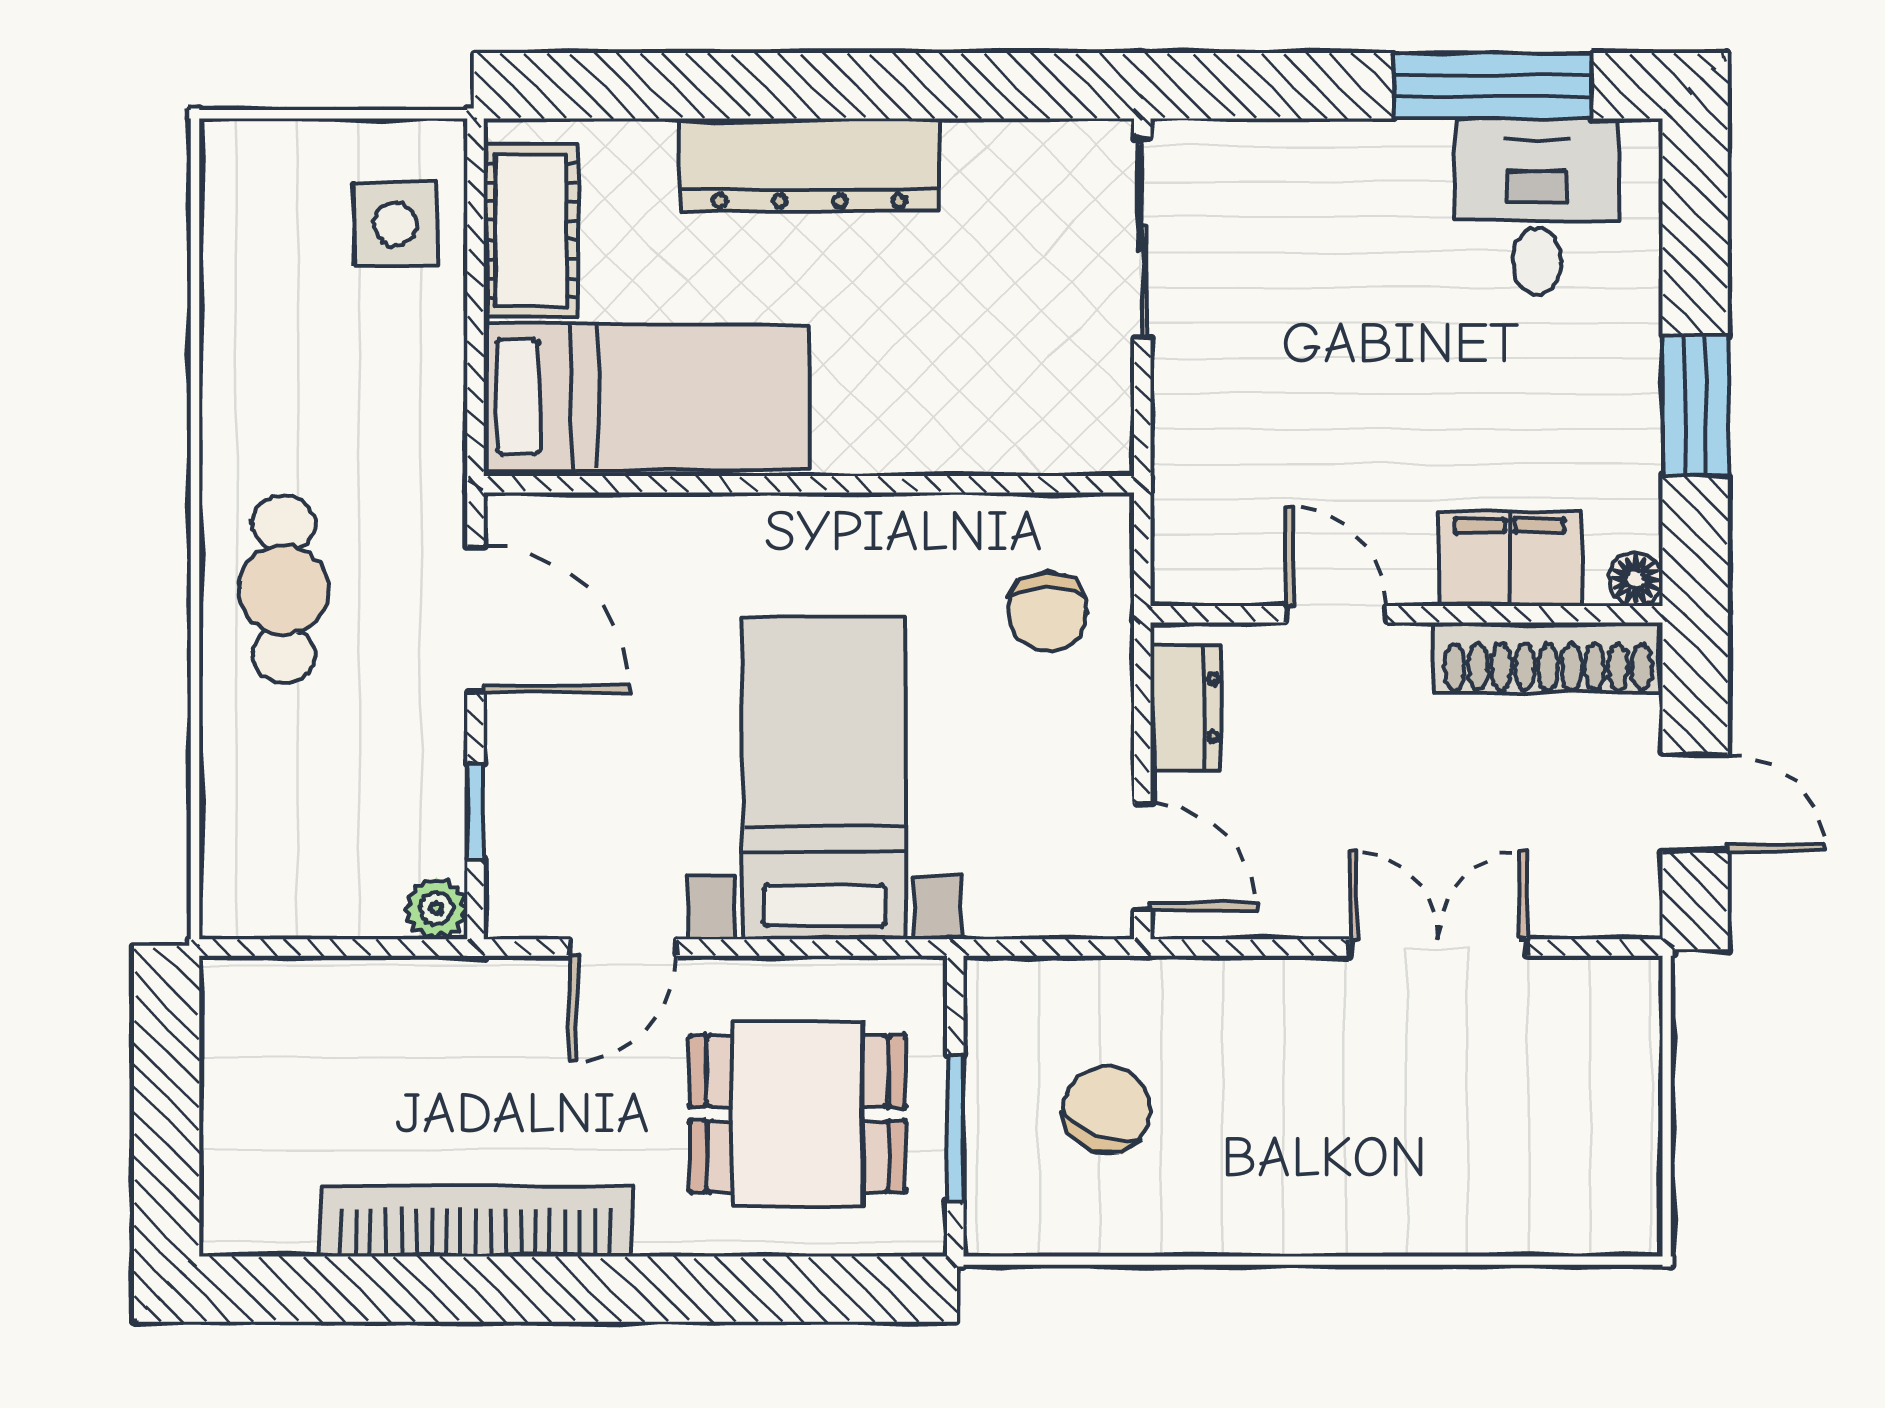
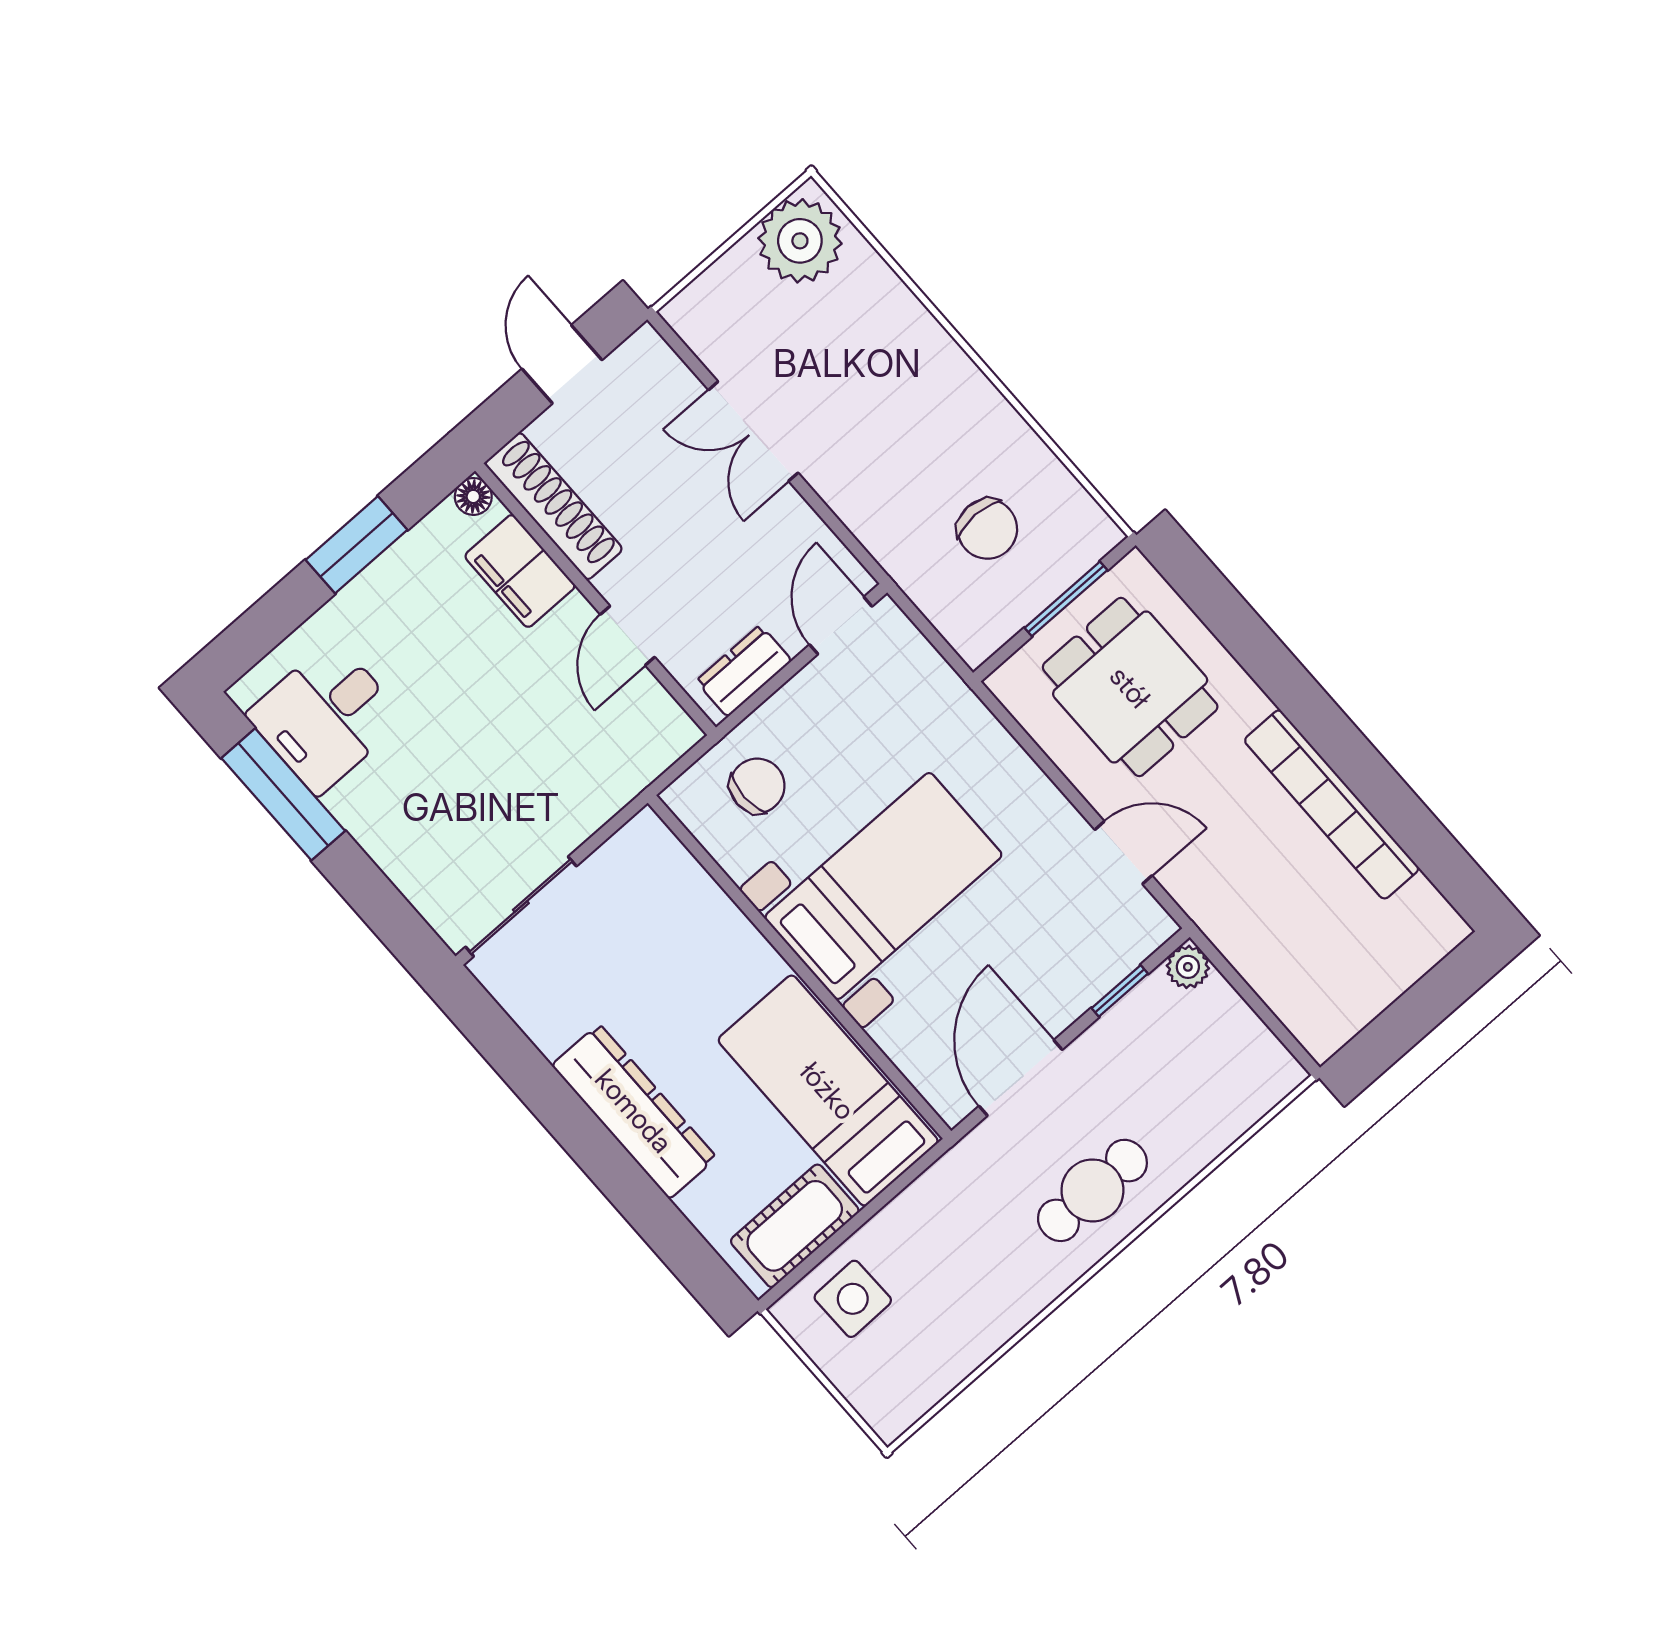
bed with nightstands: (825, 778) -> (883, 886), moved, turned 180
chair: (1107, 1110) -> (987, 529), turned -111
plant: (1602, 1181) -> (800, 241), added

